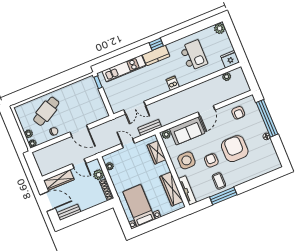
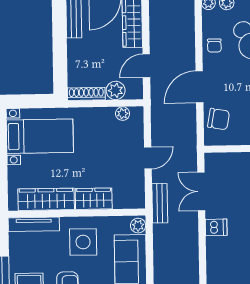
dishwasher: (173, 83) -> (216, 227), moved
chair: (92, 114) -> (219, 119), added
wardrobe: (156, 152) -> (94, 199), moved

